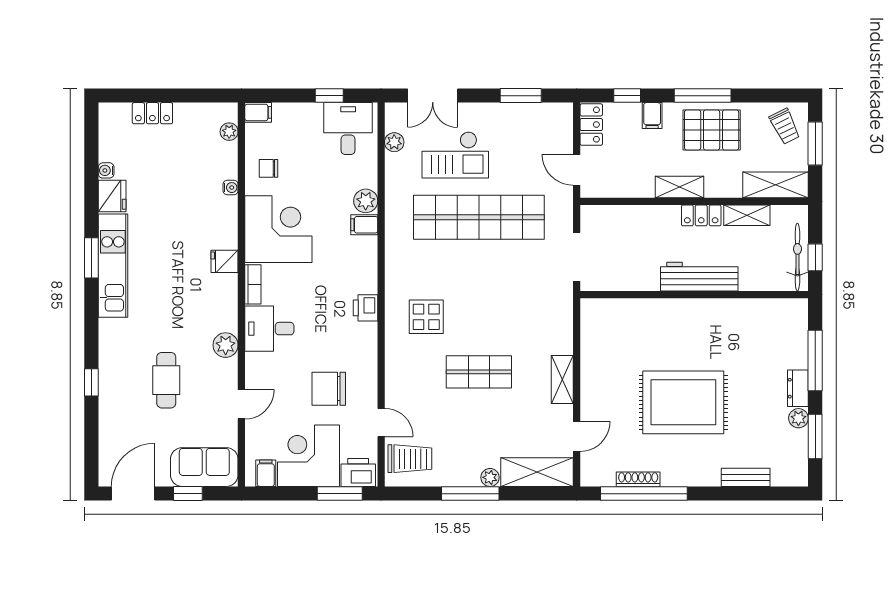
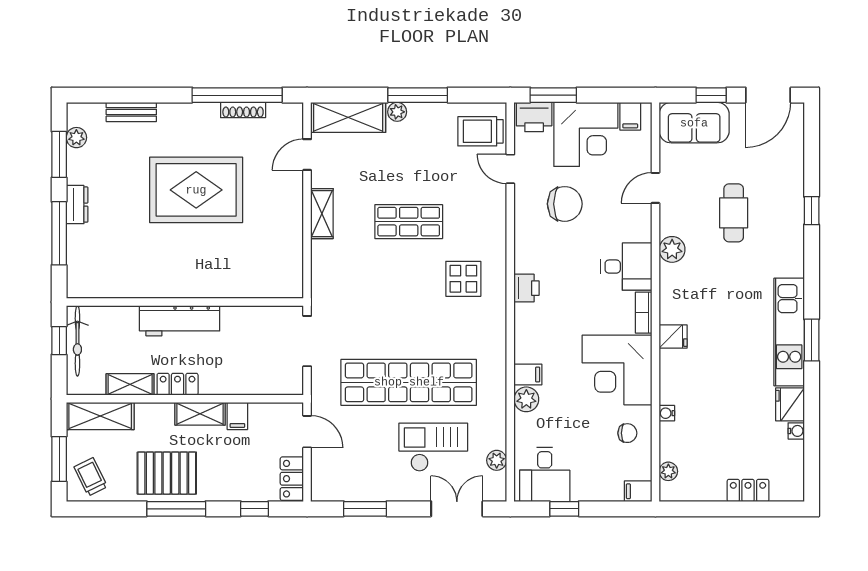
filing cabinet: (652, 116) -> (237, 416), moved, turned 180
plant: (798, 418) -> (76, 138), moved

